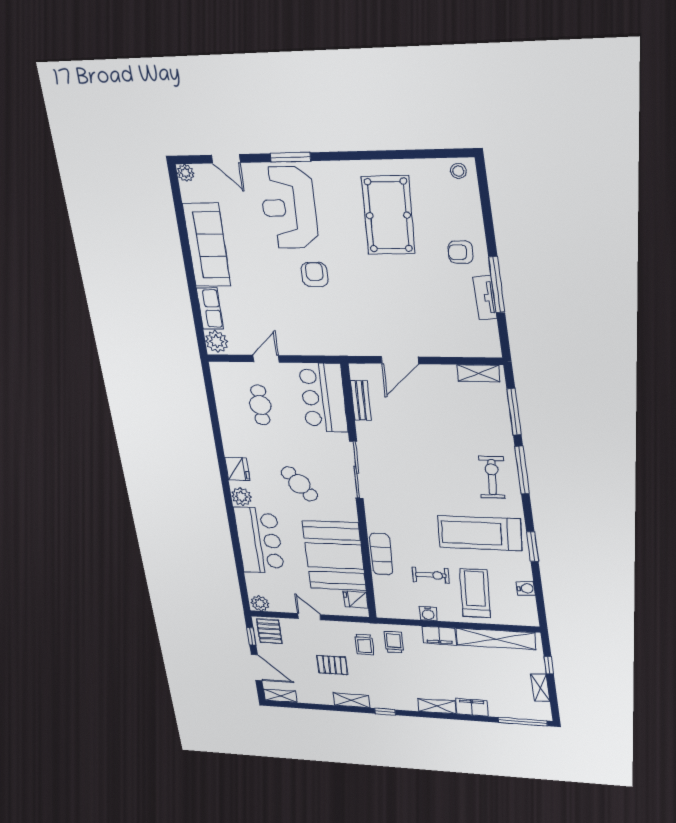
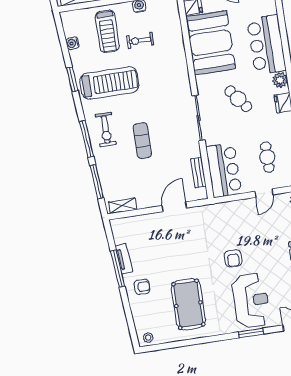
exercise mat: (381, 554) -> (142, 141), moved

